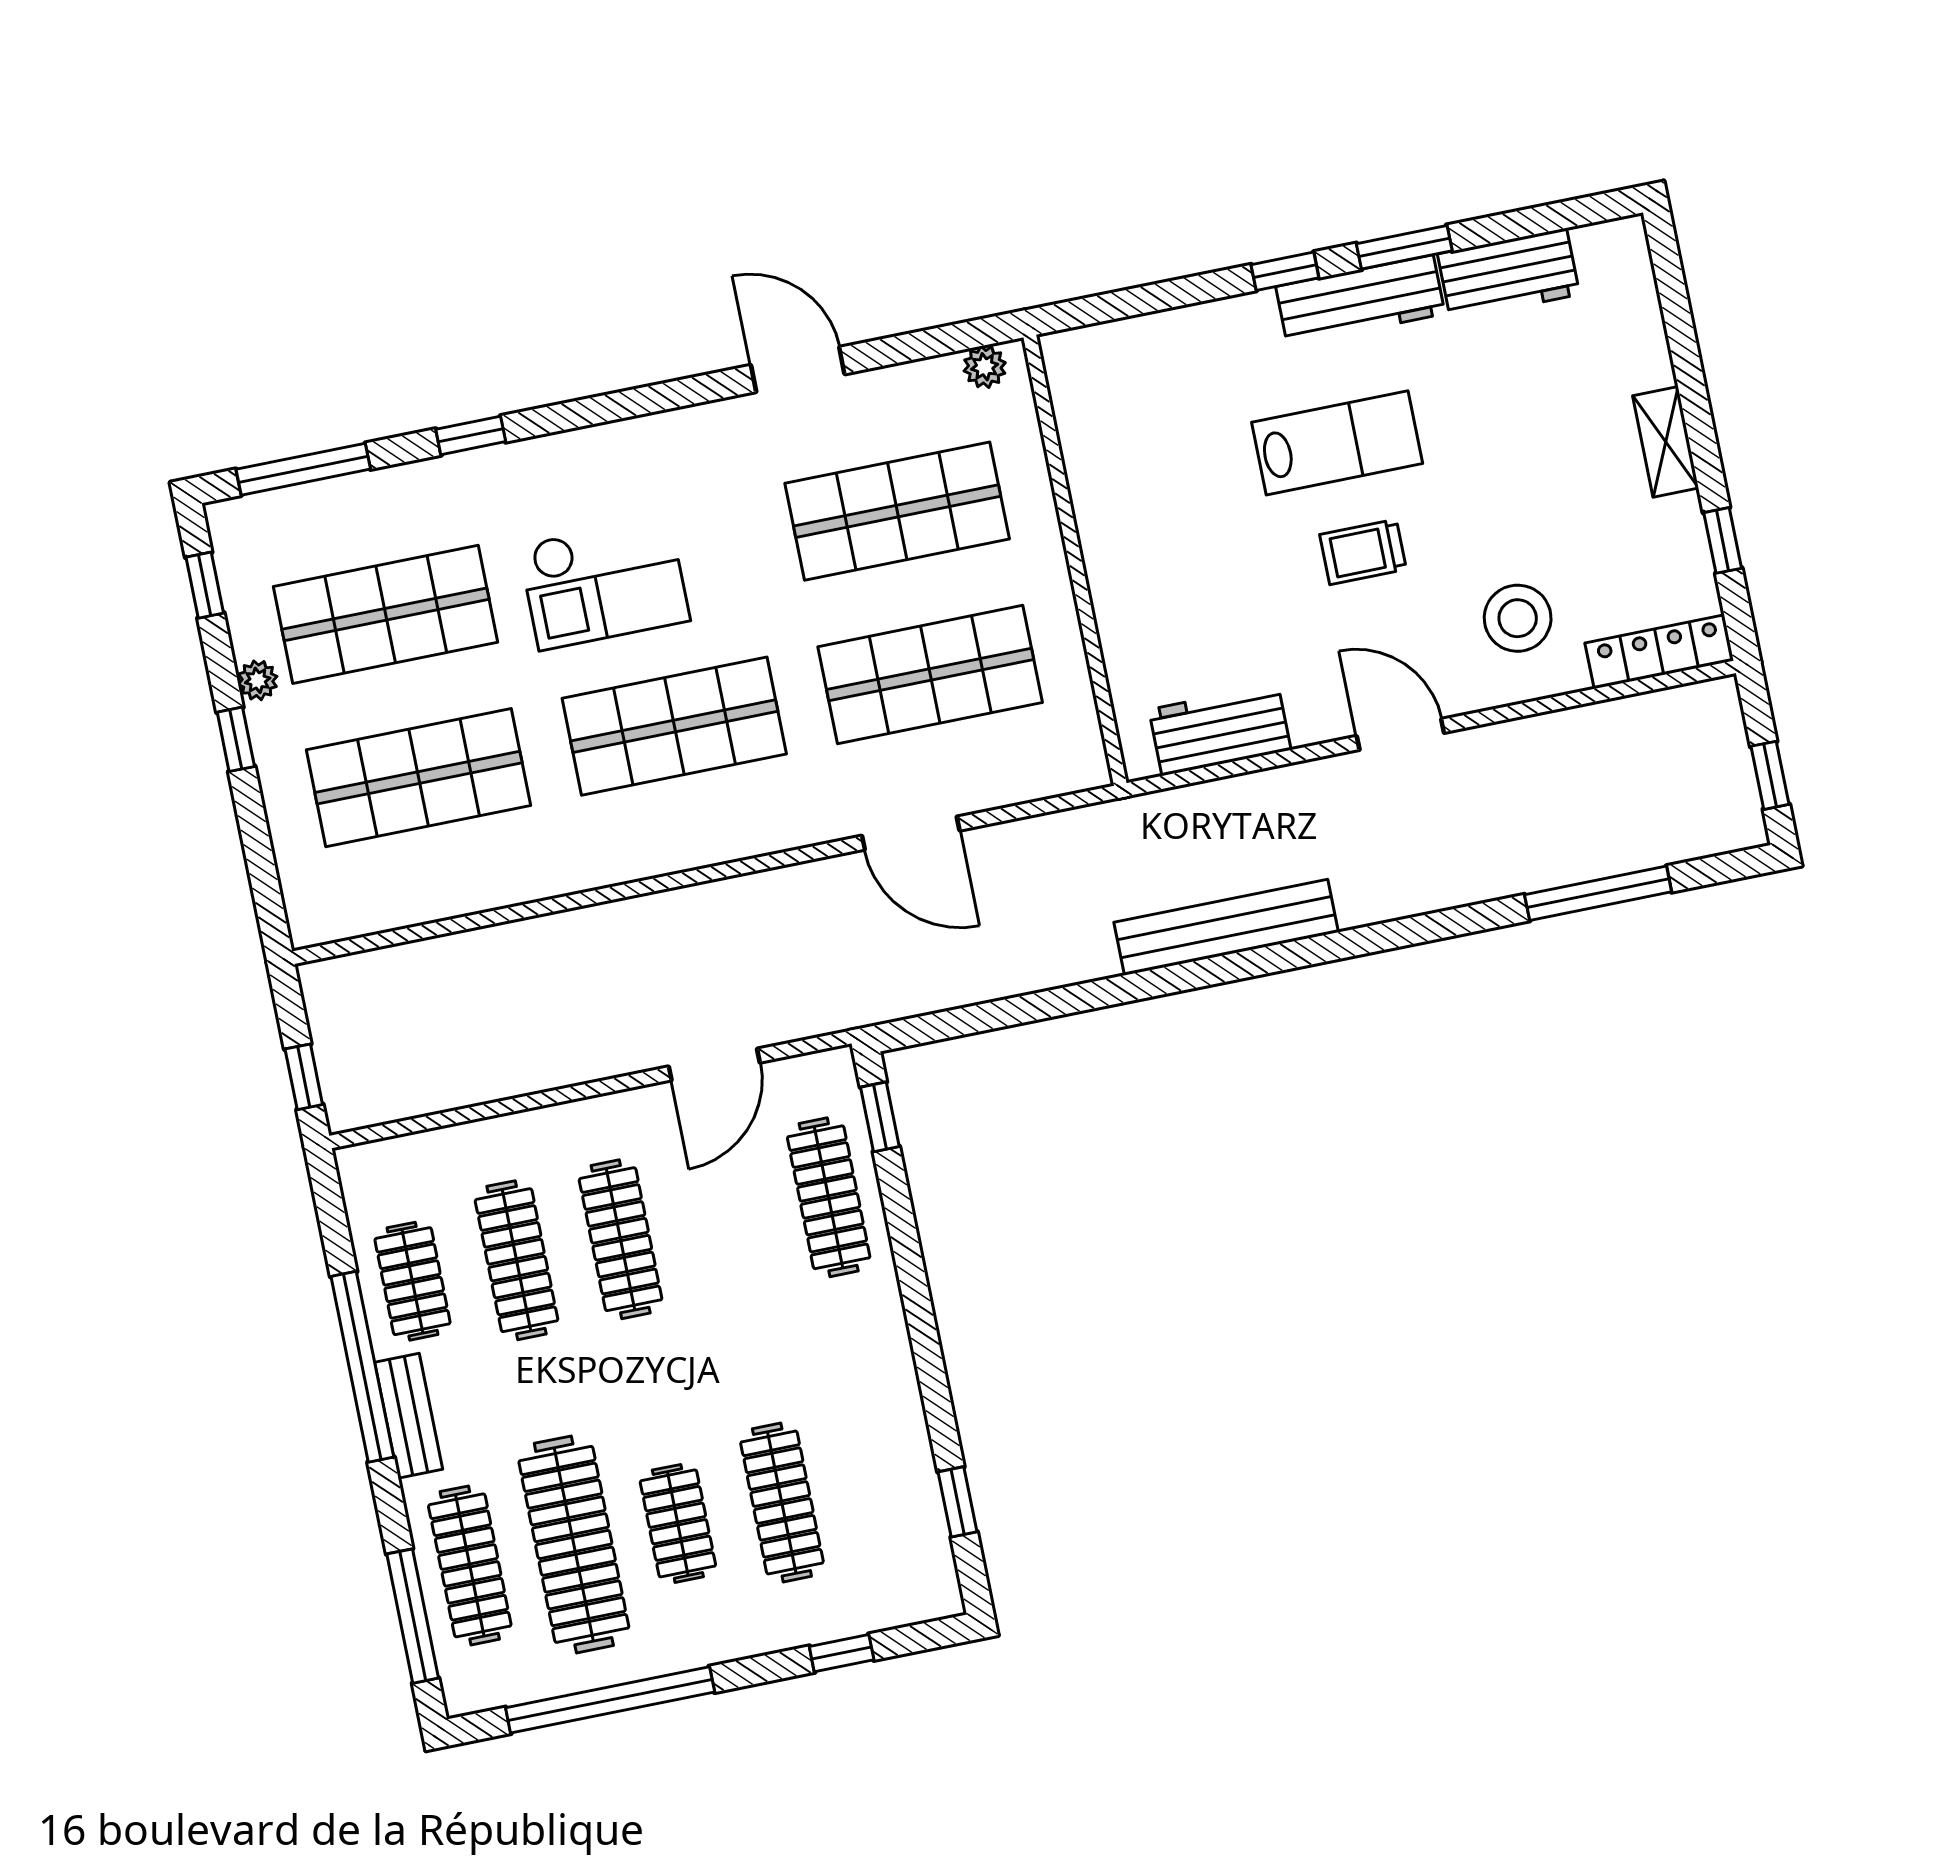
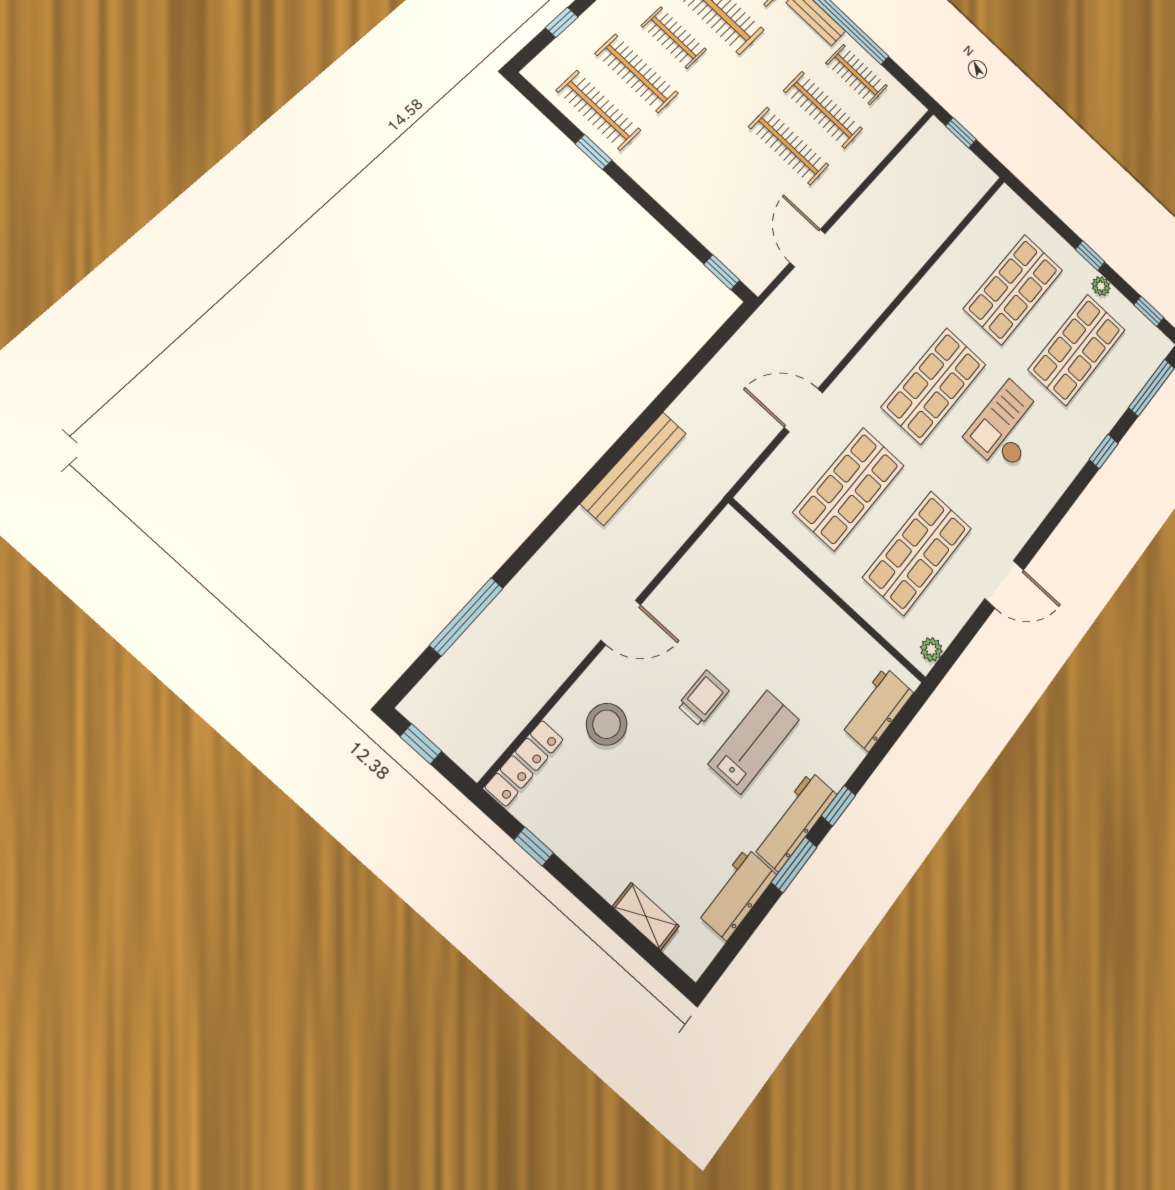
shelving: (1666, 442) -> (646, 916), moved
lab bench: (1337, 443) -> (754, 742), turned 180
workbench: (1220, 730) -> (877, 709), moved, turned 180
clothes rail: (829, 1197) -> (598, 110), moved
window: (958, 1502) -> (594, 152), moved

